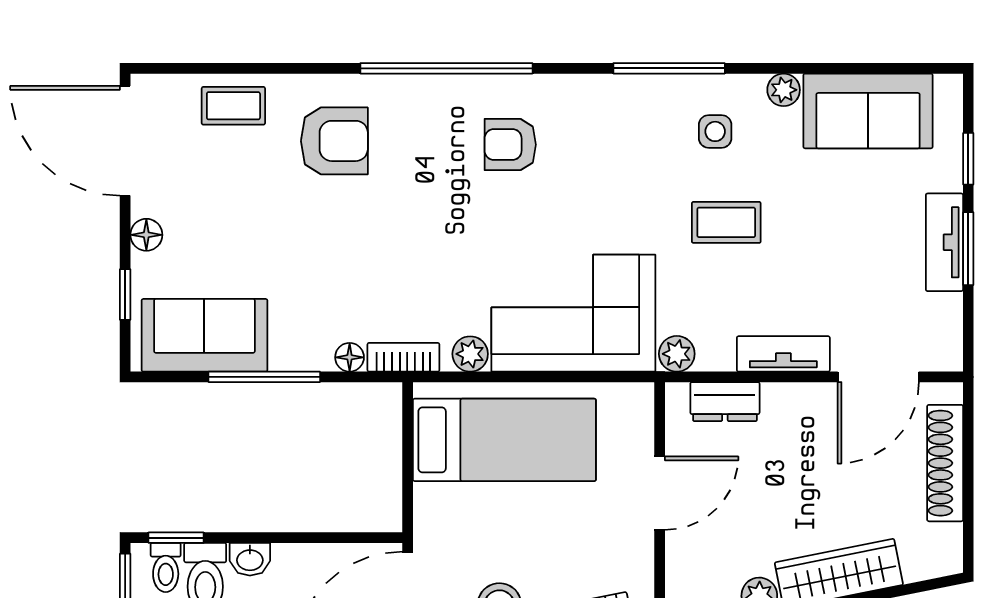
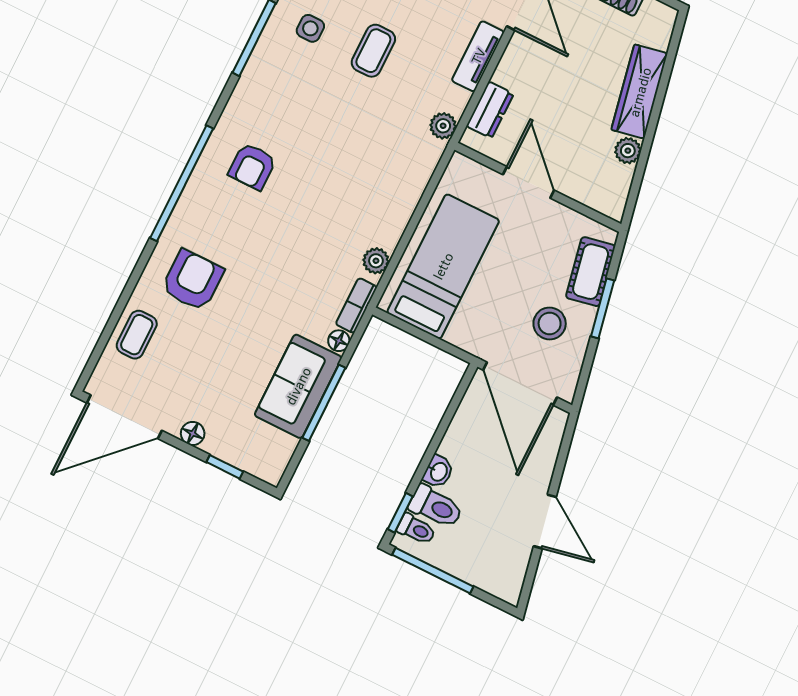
corner sofa: (573, 313) -> (383, 180), removed
sofa: (204, 335) -> (298, 386), moved

